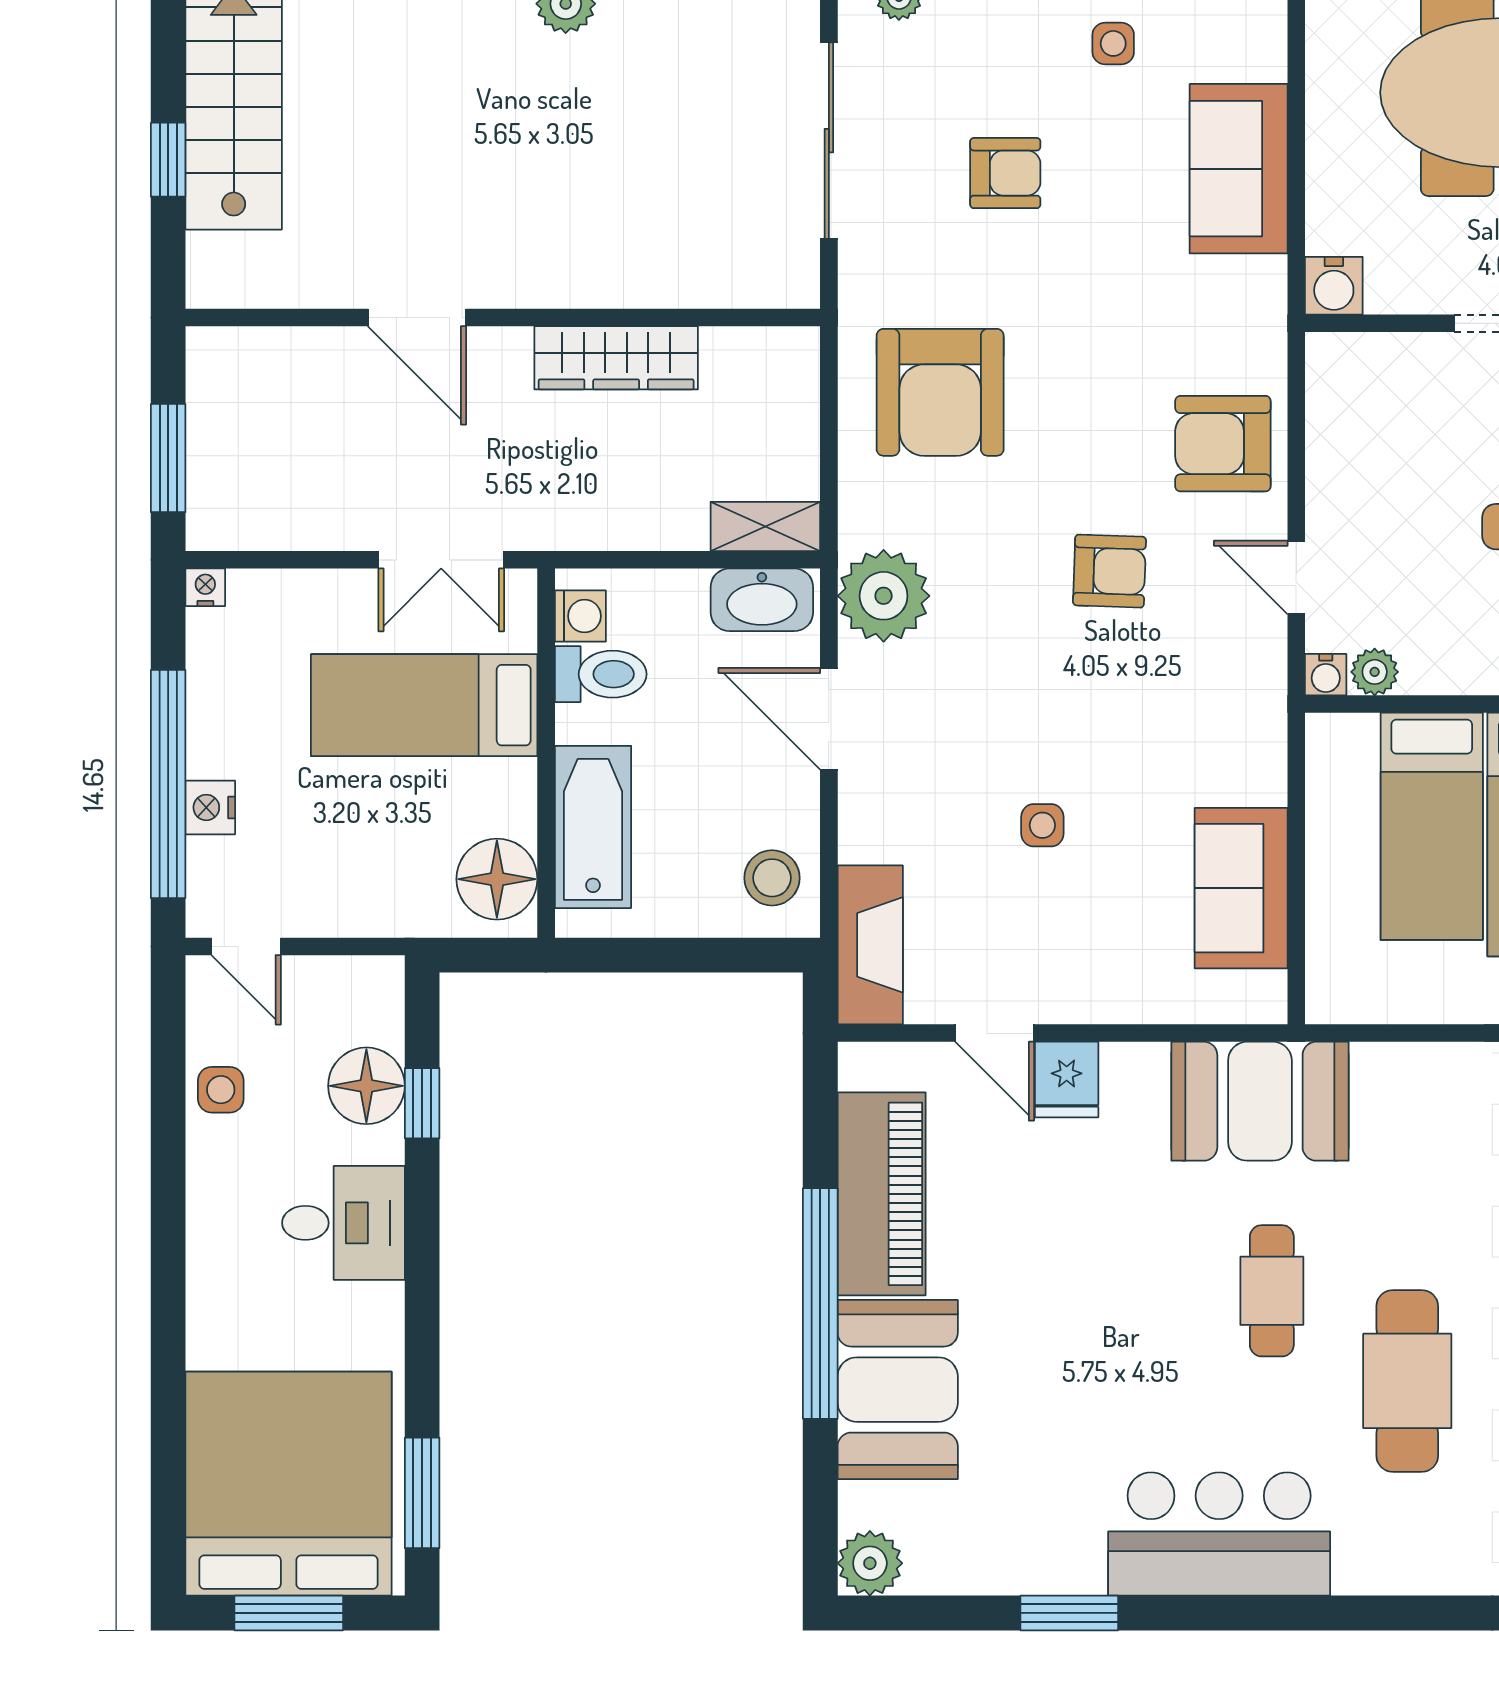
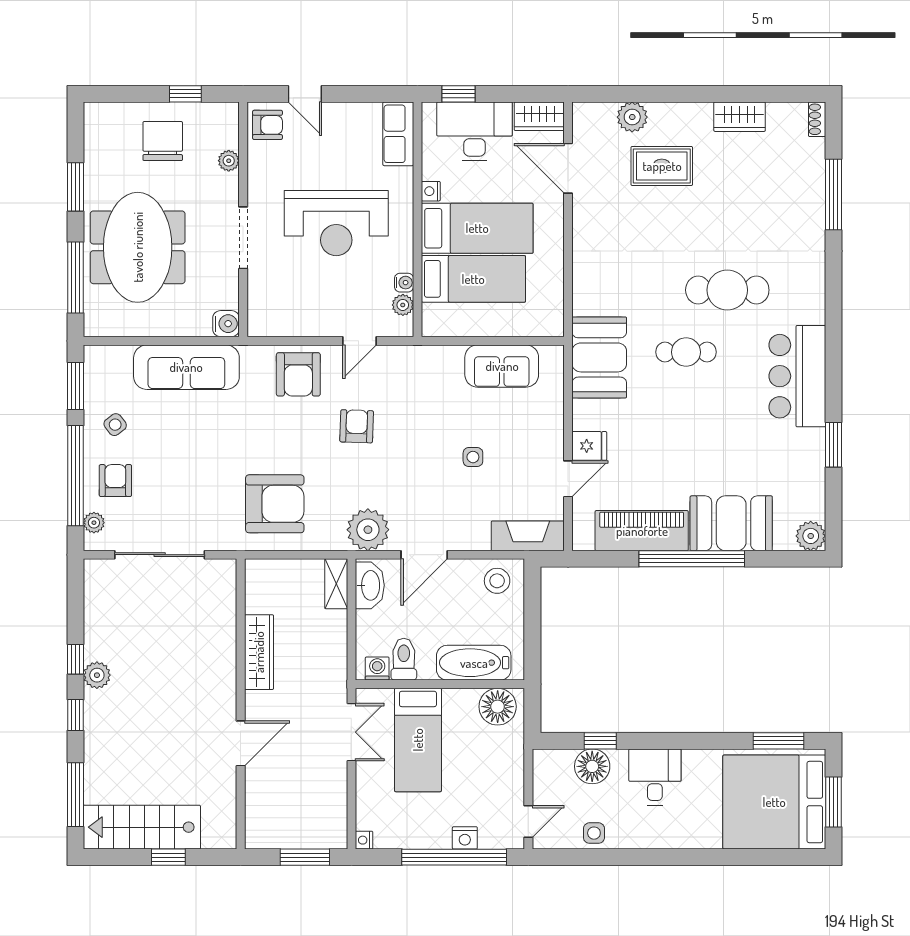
side table: (1113, 43) -> (115, 425), turned -37
sofa: (1239, 169) -> (186, 367), width x1.36
armchair: (1005, 173) -> (115, 481), moved
water cooler: (1326, 675) -> (404, 283), moved

